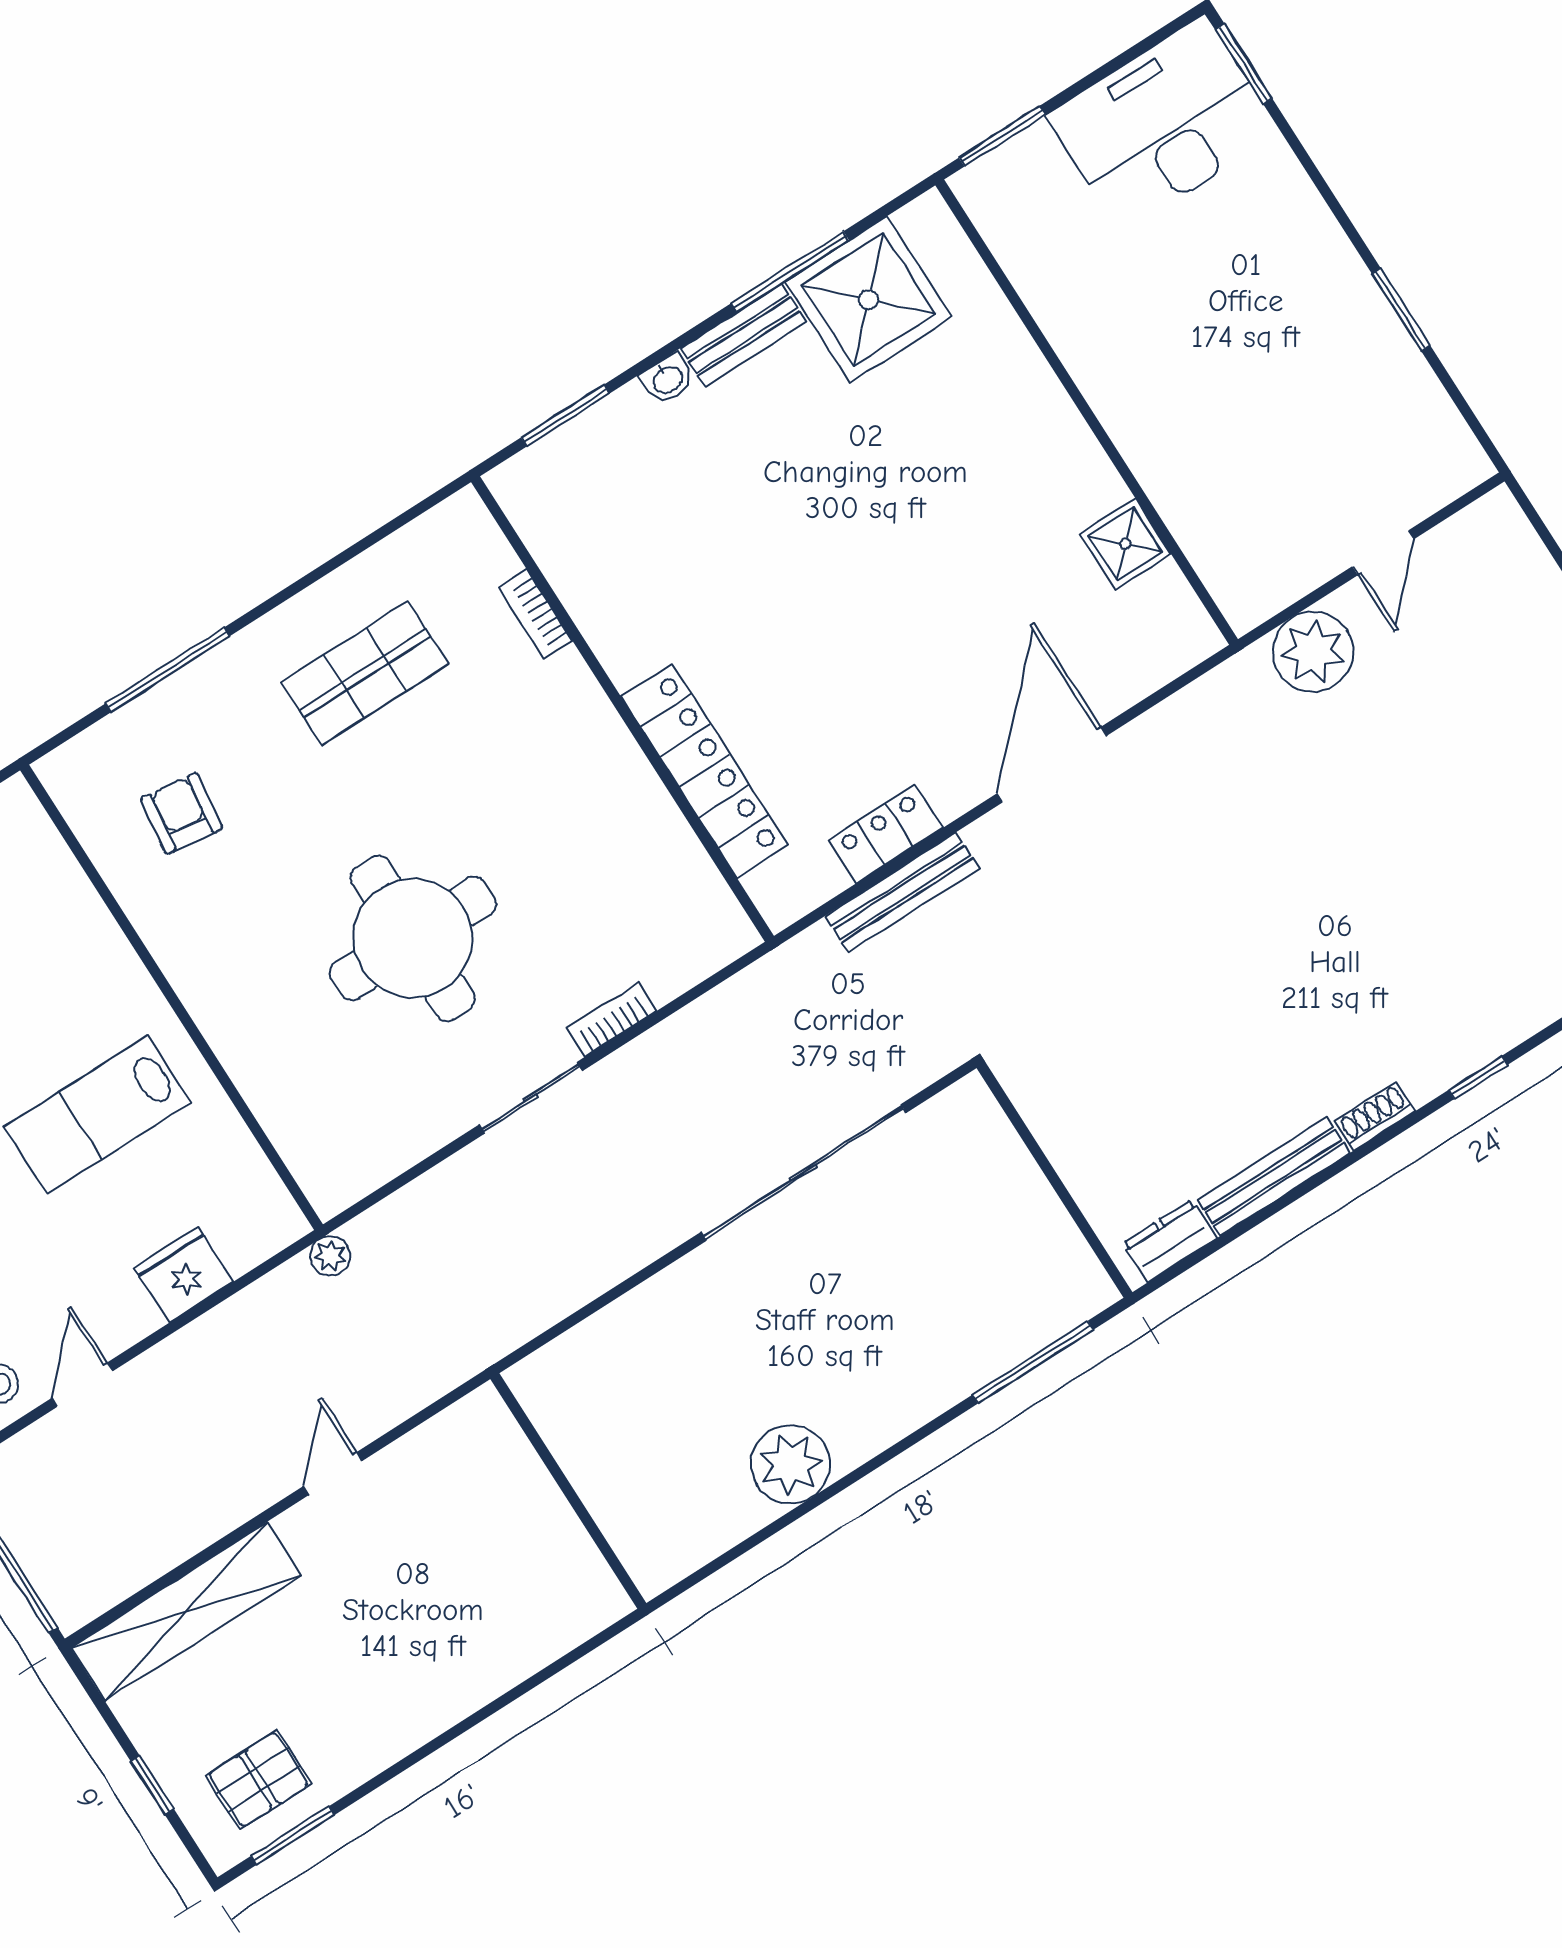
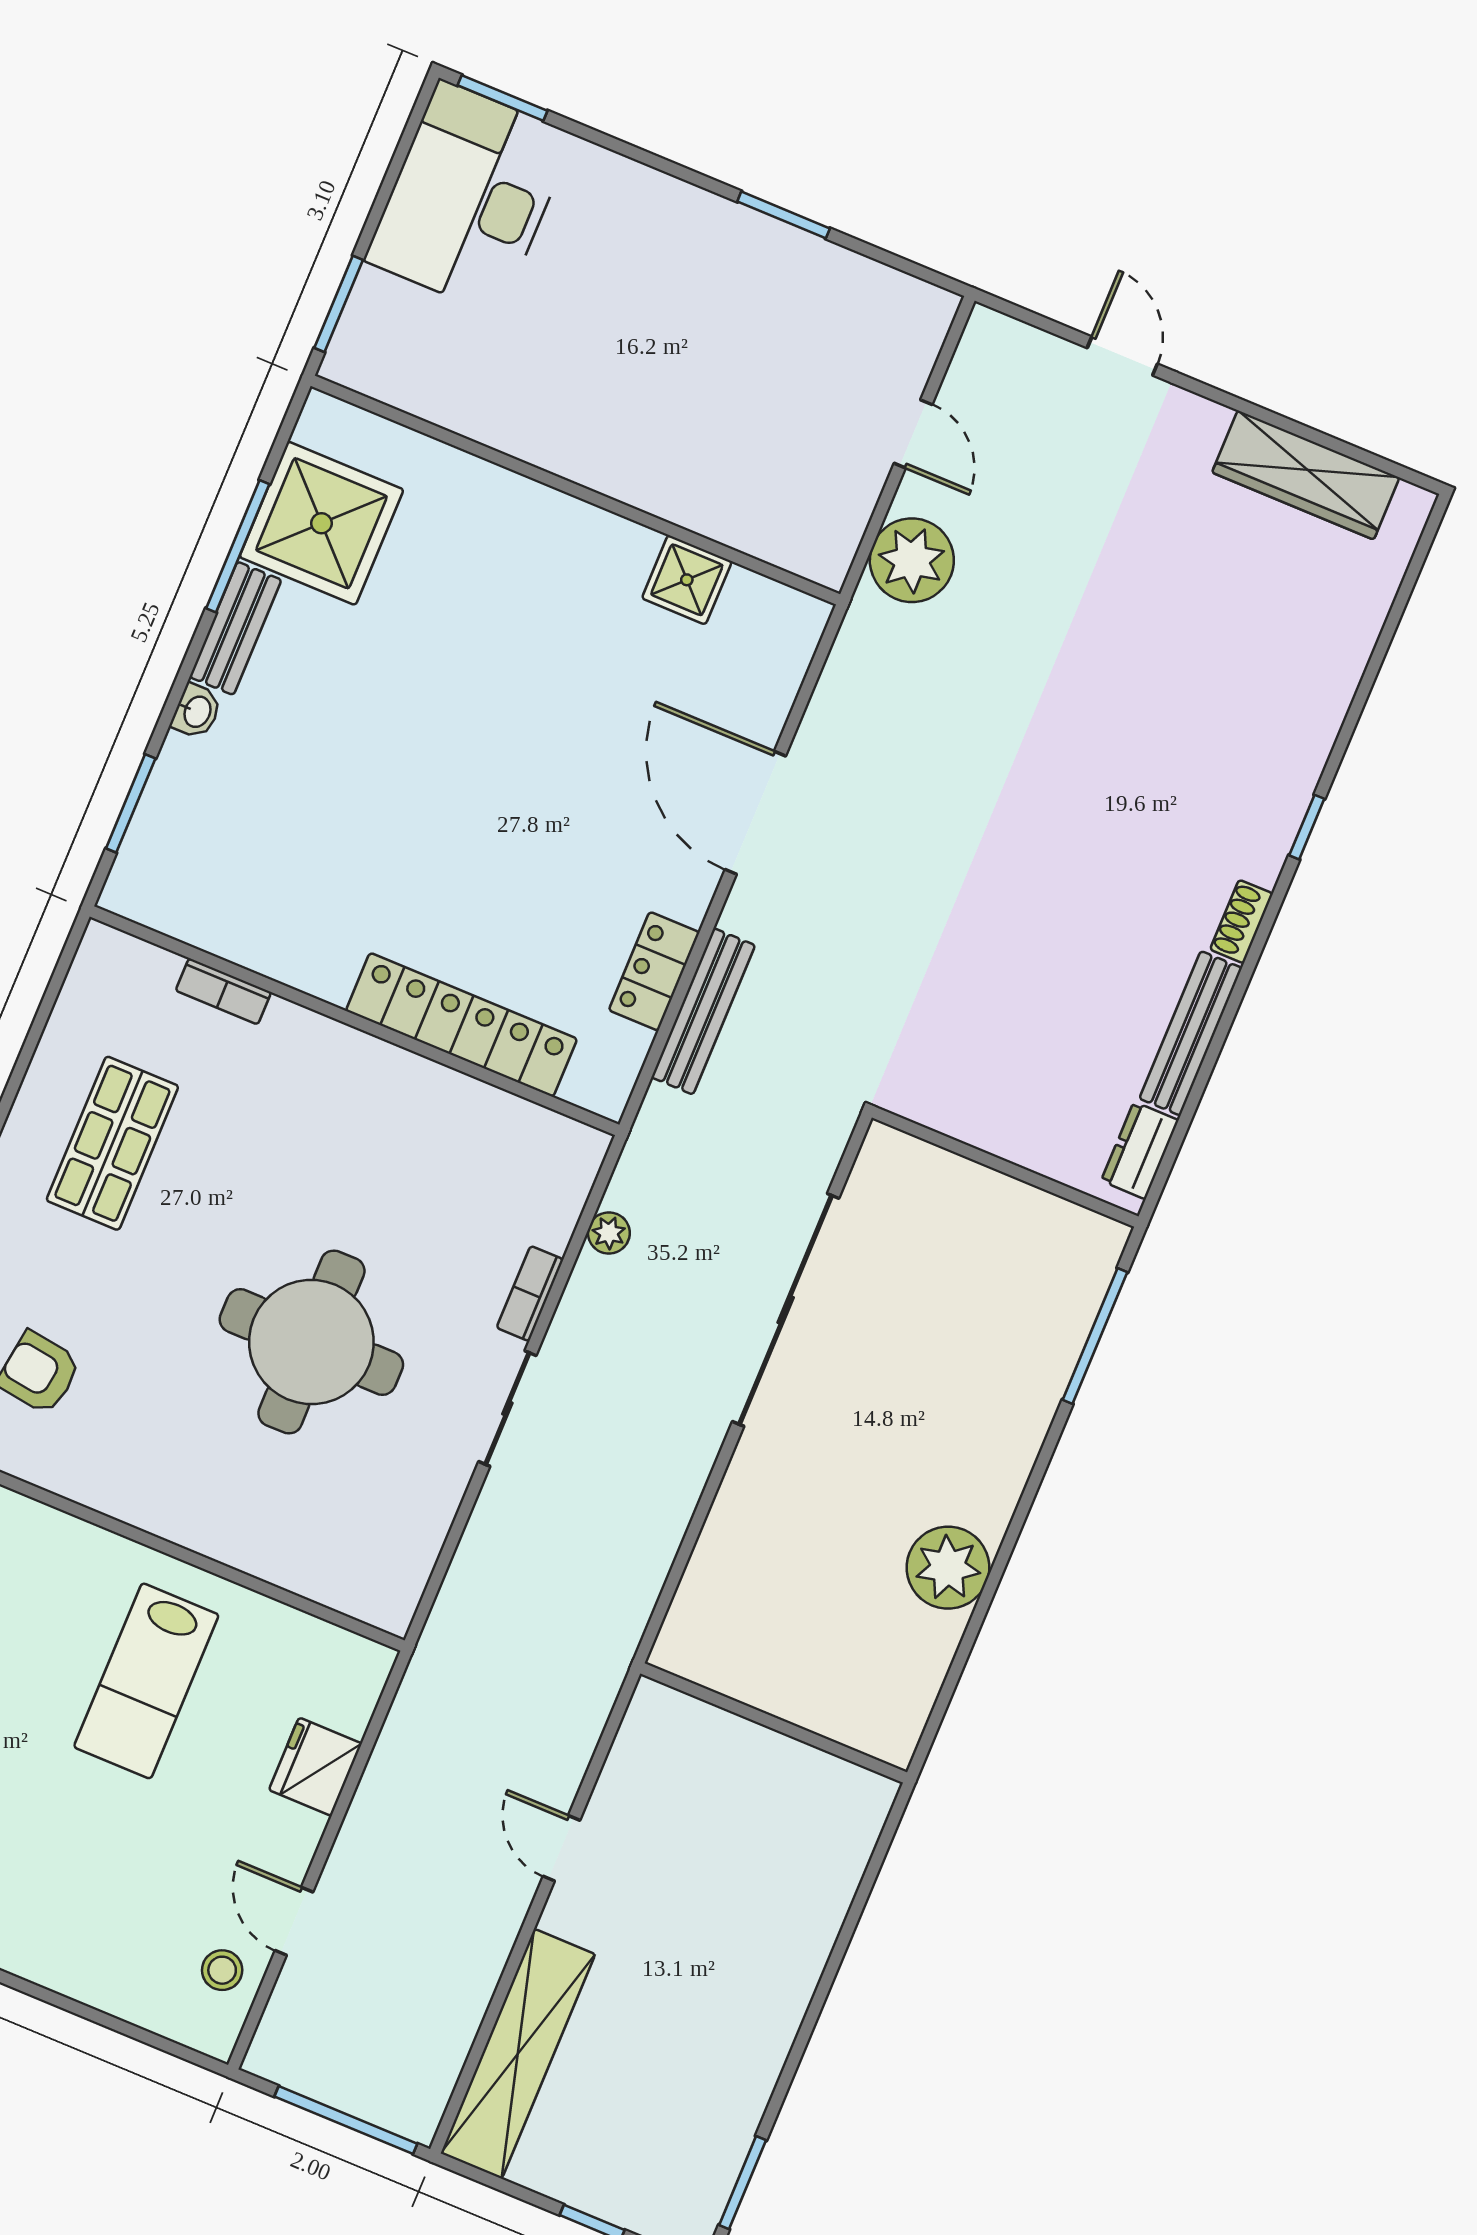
plant: (330, 1256) -> (609, 1233), moved
pallet: (259, 1780) -> (680, 2155), removed

